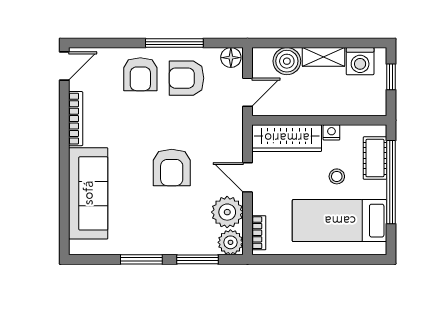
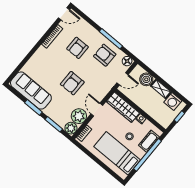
armchair: (140, 74) -> (77, 48), moved
sofa: (88, 193) -> (31, 91), moved, turned -90

